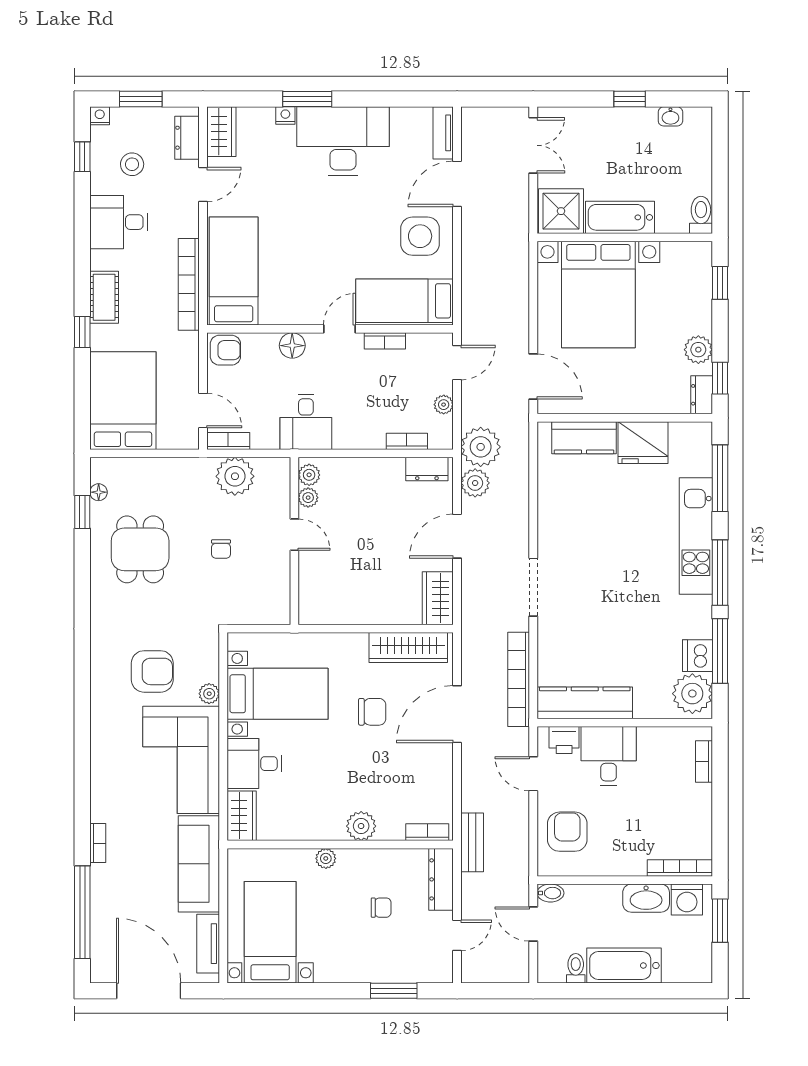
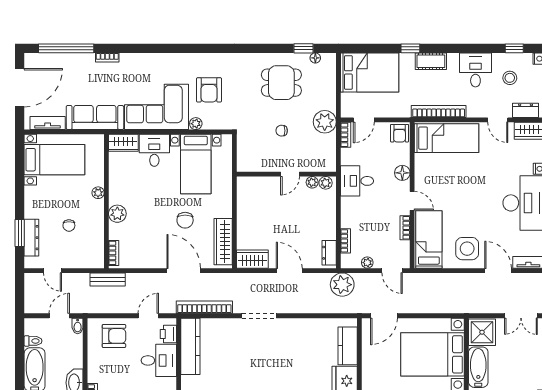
plant: (235, 476) -> (325, 122), moved
plant: (475, 483) -> (321, 281), removed
dresser: (441, 879) -> (31, 238), moved, turned 90

